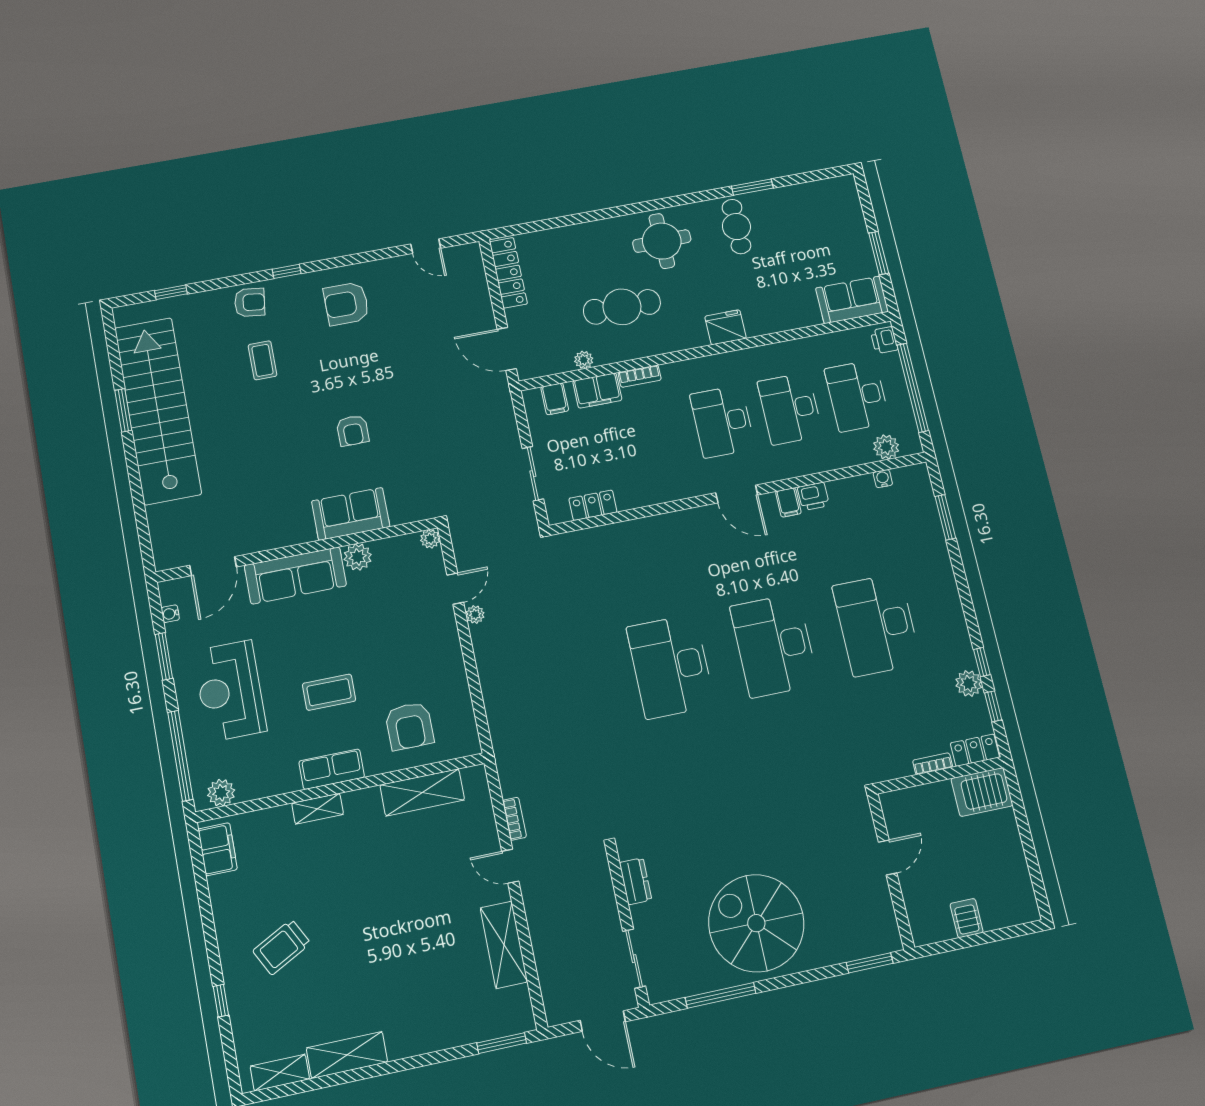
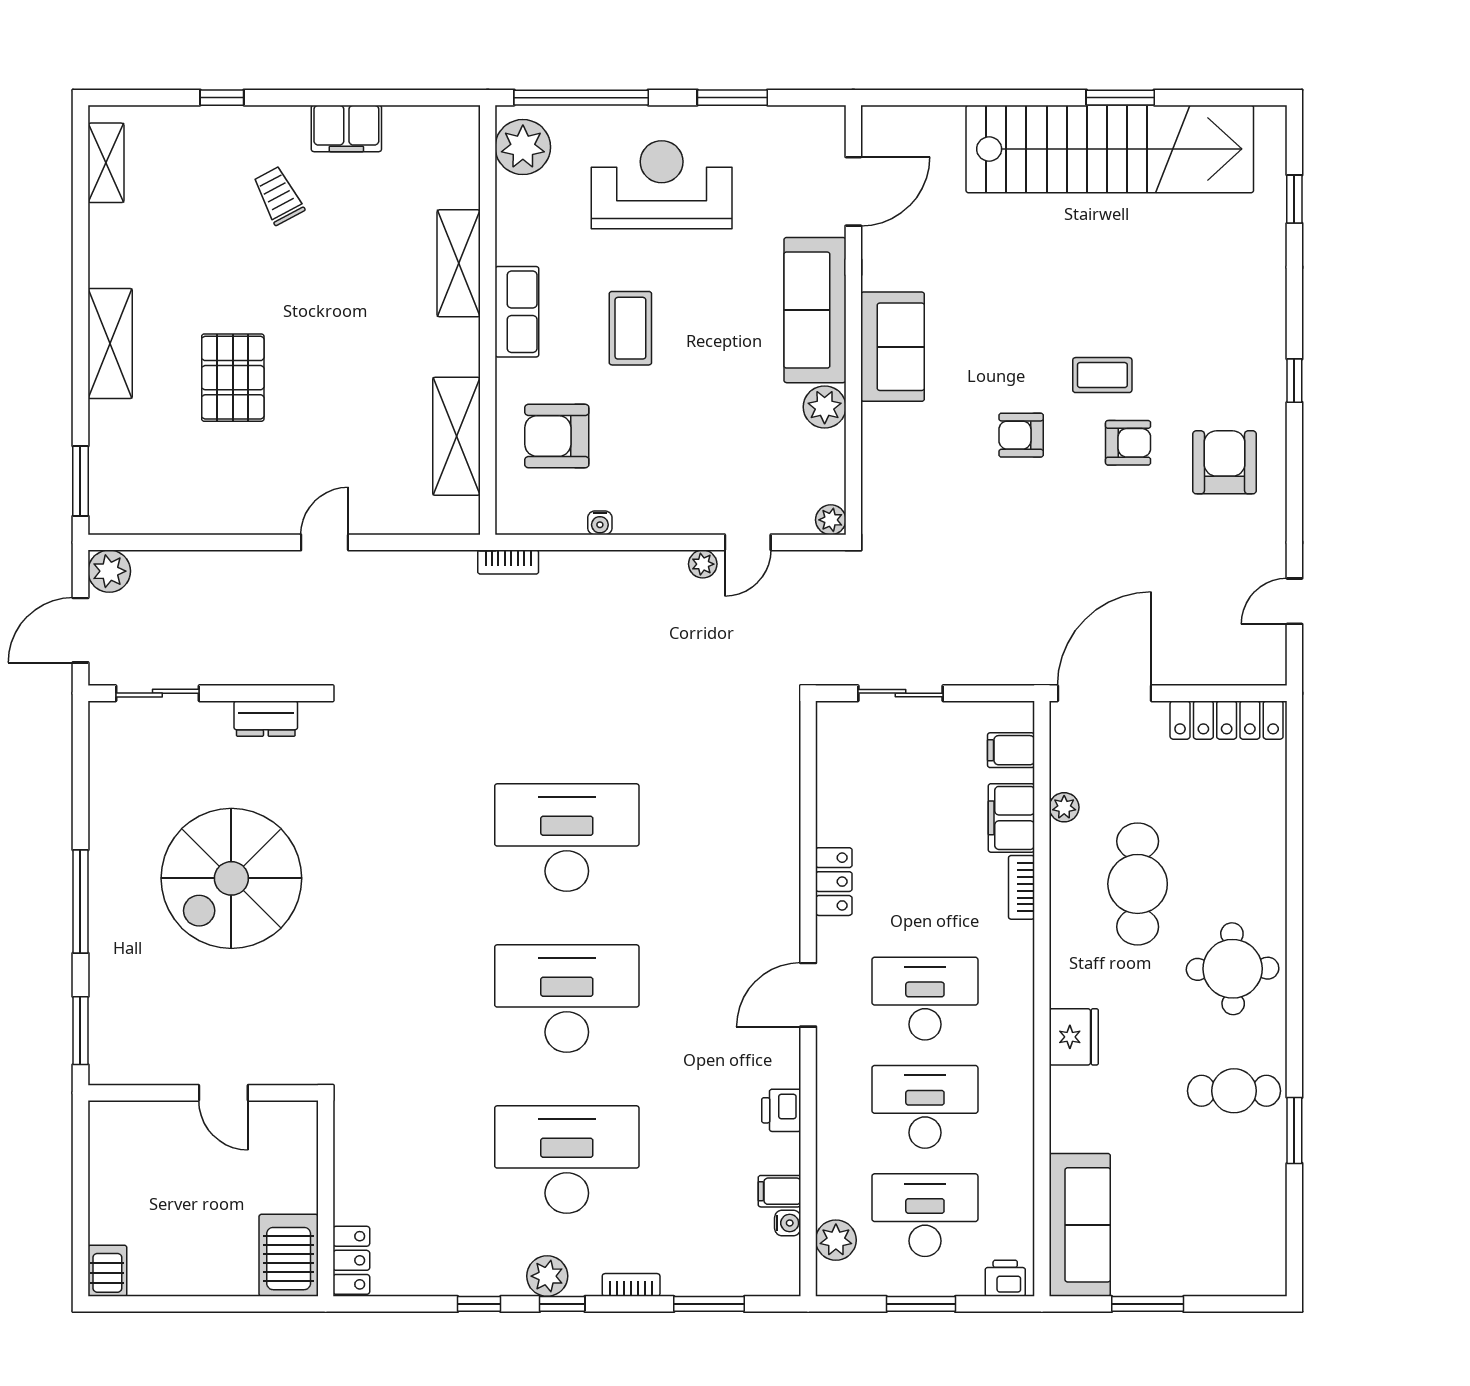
sofa: (852, 300) -> (1080, 1225), width x1.36
armchair: (250, 302) -> (1128, 443), moved, turned -97
door: (507, 349) -> (1104, 693), width x1.36
coffee table: (263, 360) -> (1102, 375), moved
window: (913, 388) -> (921, 1304), width x0.47
filing cabinet: (788, 502) -> (779, 1191), moved
locker: (593, 505) -> (834, 882), moved
sofa: (351, 514) -> (893, 347), moved
door: (213, 566) -> (853, 191), swing flipped
door: (455, 589) -> (748, 542), hinge flipped
water cooler: (170, 614) -> (600, 523), moved, turned 180
plant: (969, 683) -> (547, 1276), moved
window: (993, 706) -> (562, 1304), moved
bookcase: (933, 764) -> (631, 1285), moved, turned -90
plant: (221, 793) -> (523, 147), width x1.36, depth x1.36
shelving: (318, 809) -> (459, 263), width x1.50, depth x1.33
bookcase: (514, 819) -> (508, 562), moved
filing cabinet: (218, 849) -> (346, 128), moved
server rack: (967, 918) -> (107, 1271), moved, turned -90
spiral stairs: (756, 923) -> (231, 878), moved, turned 180
shelving: (504, 945) -> (216, 511), removed
trolley: (282, 947) -> (278, 196), width x0.73, depth x0.72
pallet: (411, 952) -> (233, 378), added
window: (721, 995) -> (80, 902), moved
plant: (559, 1010) -> (109, 571), added
shelving: (347, 1055) -> (110, 343), moved

